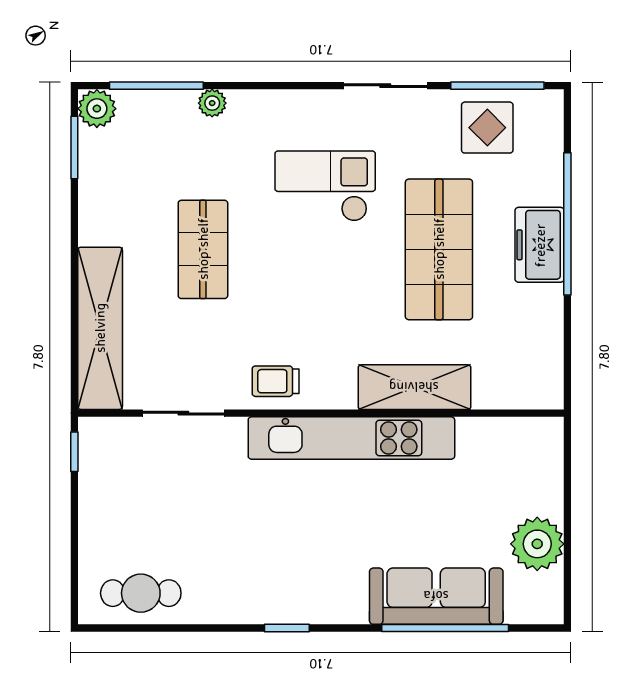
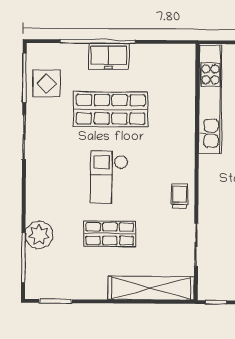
plant: (212, 103) -> (39, 235), width x1.87, depth x1.87
plant: (97, 109) -> (35, 289), removed
checkout: (325, 186) -> (109, 177), moved
trolley: (276, 381) -> (180, 196), turned 180
shelving: (414, 387) -> (183, 123), removed
kitchen unit: (351, 438) -> (210, 99), moved

